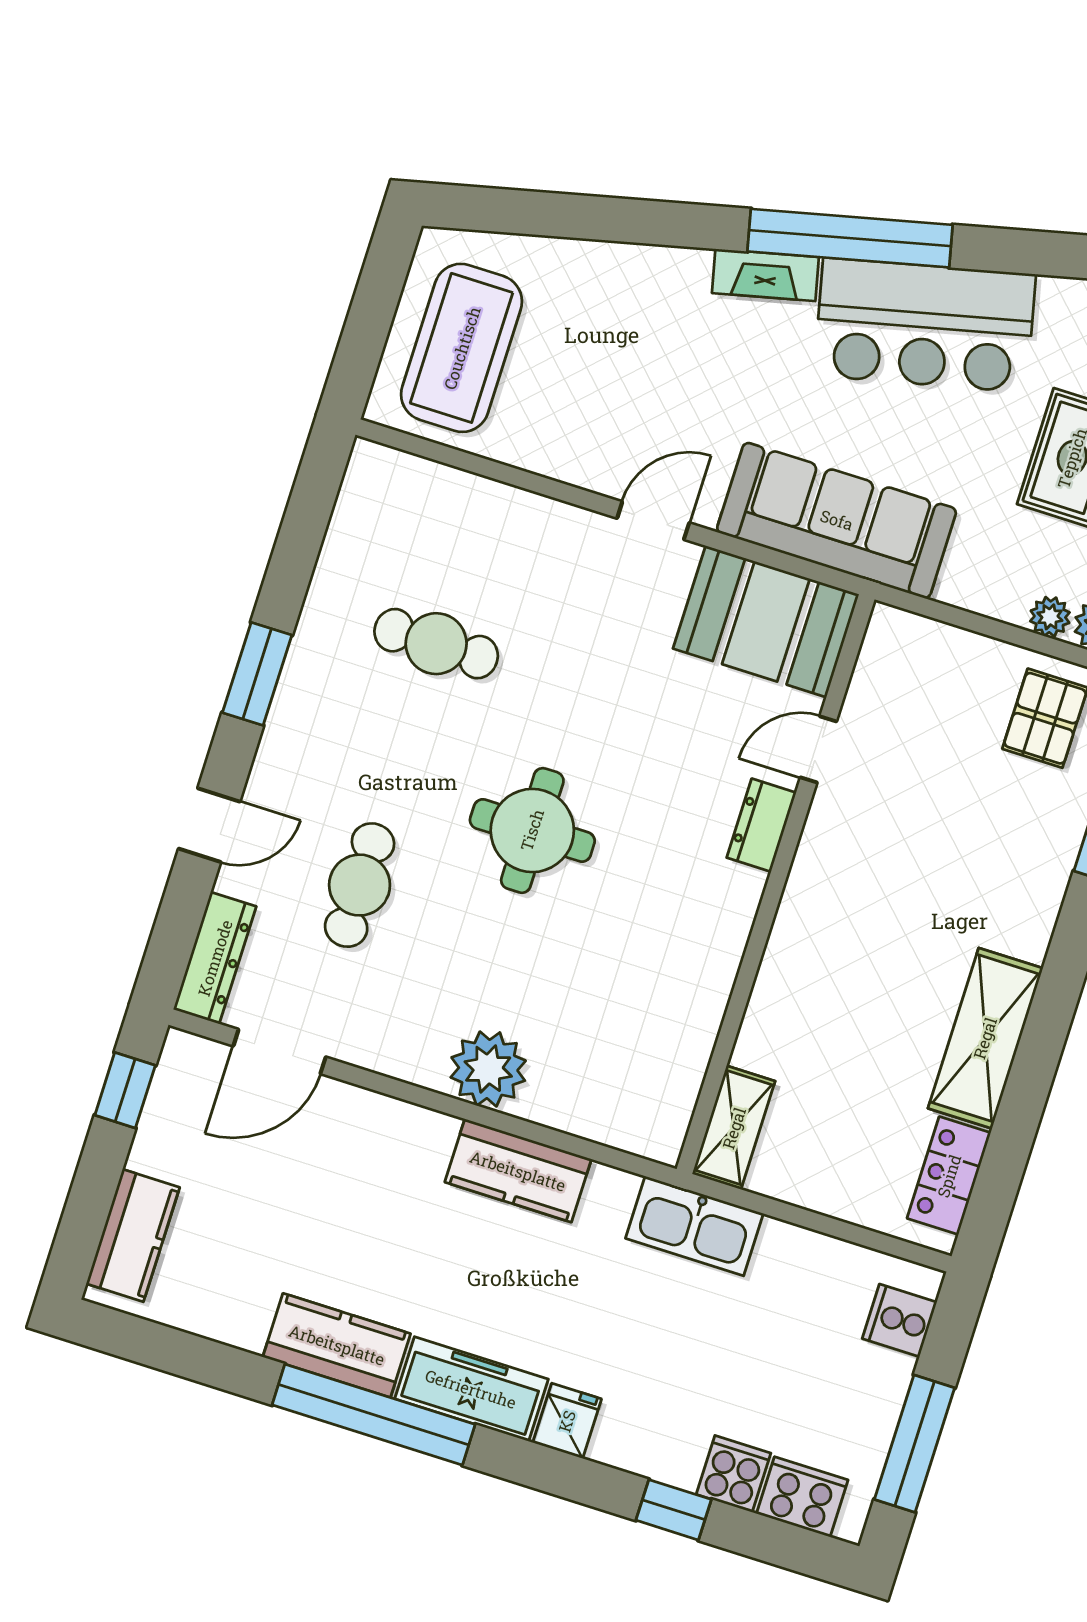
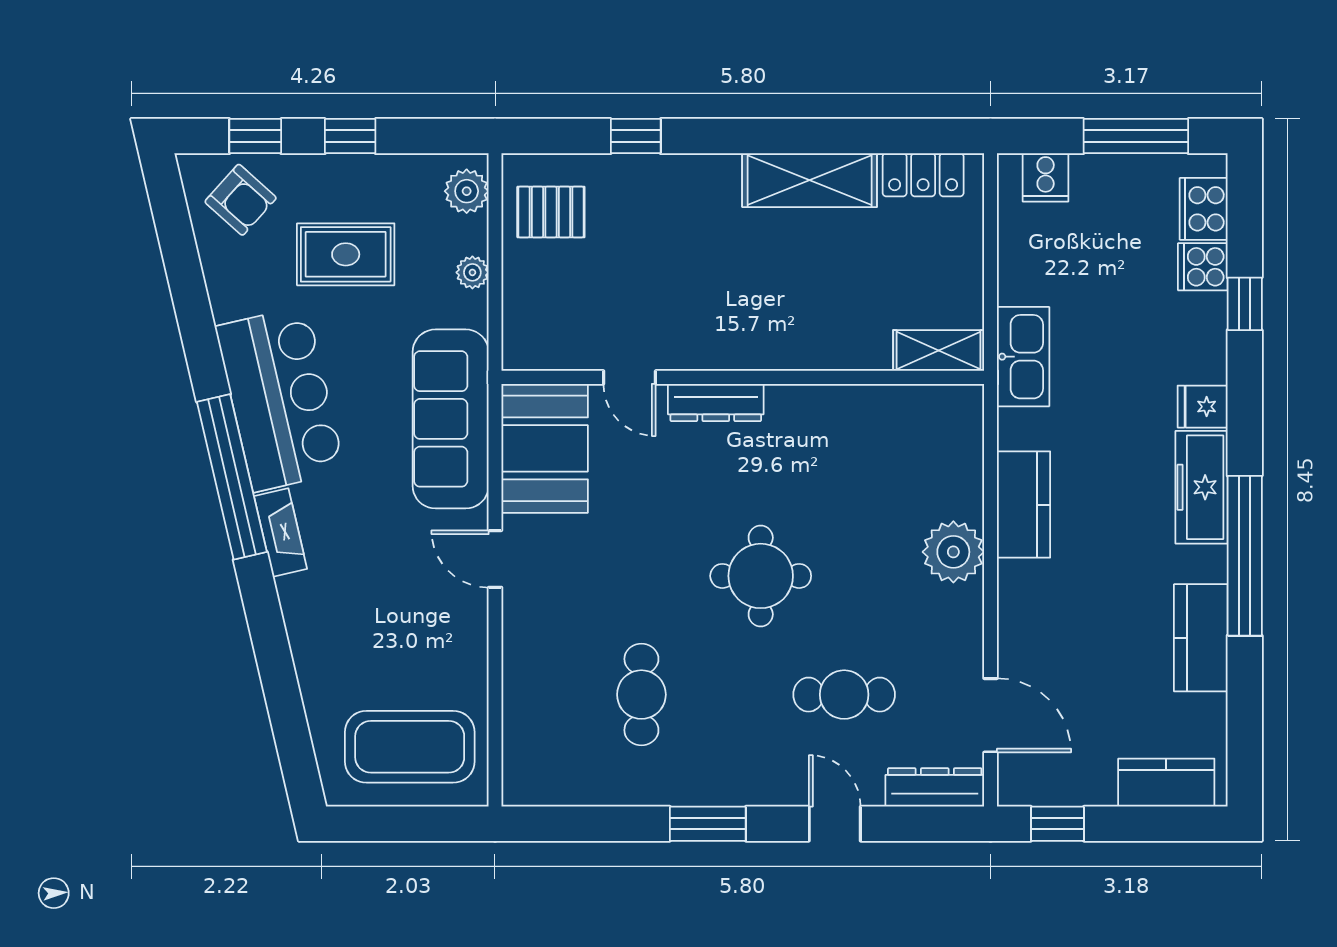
plant: (1050, 617) -> (472, 272), moved
dresser: (761, 825) -> (716, 403), width x1.44
kitchen counter: (337, 1345) -> (1201, 638), moved

